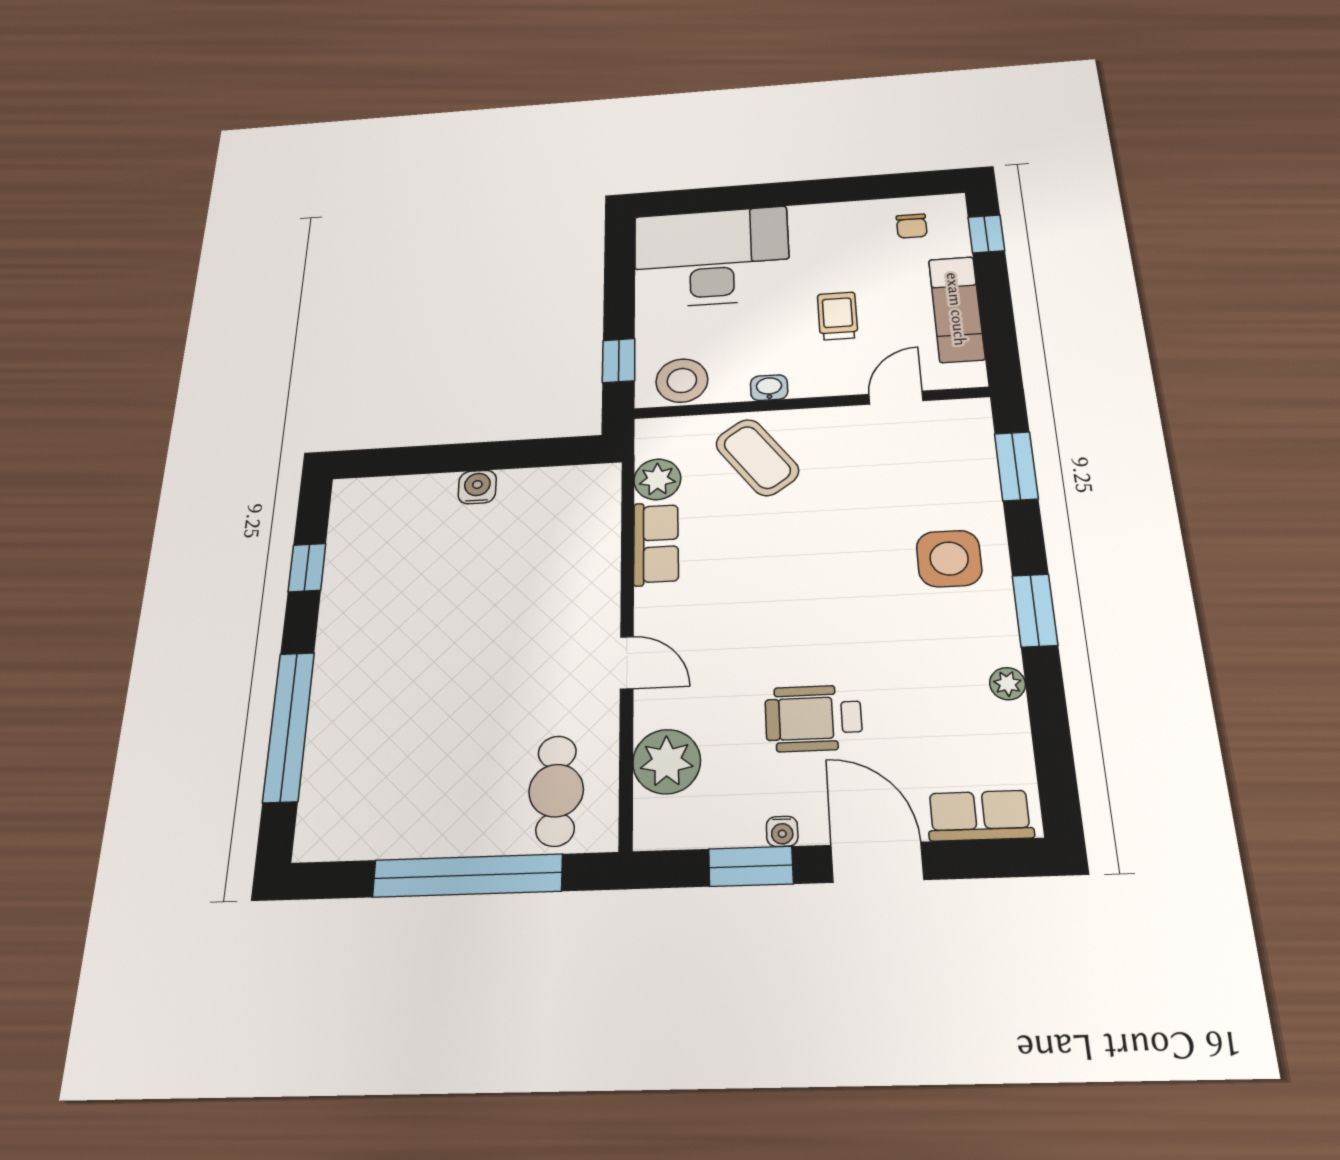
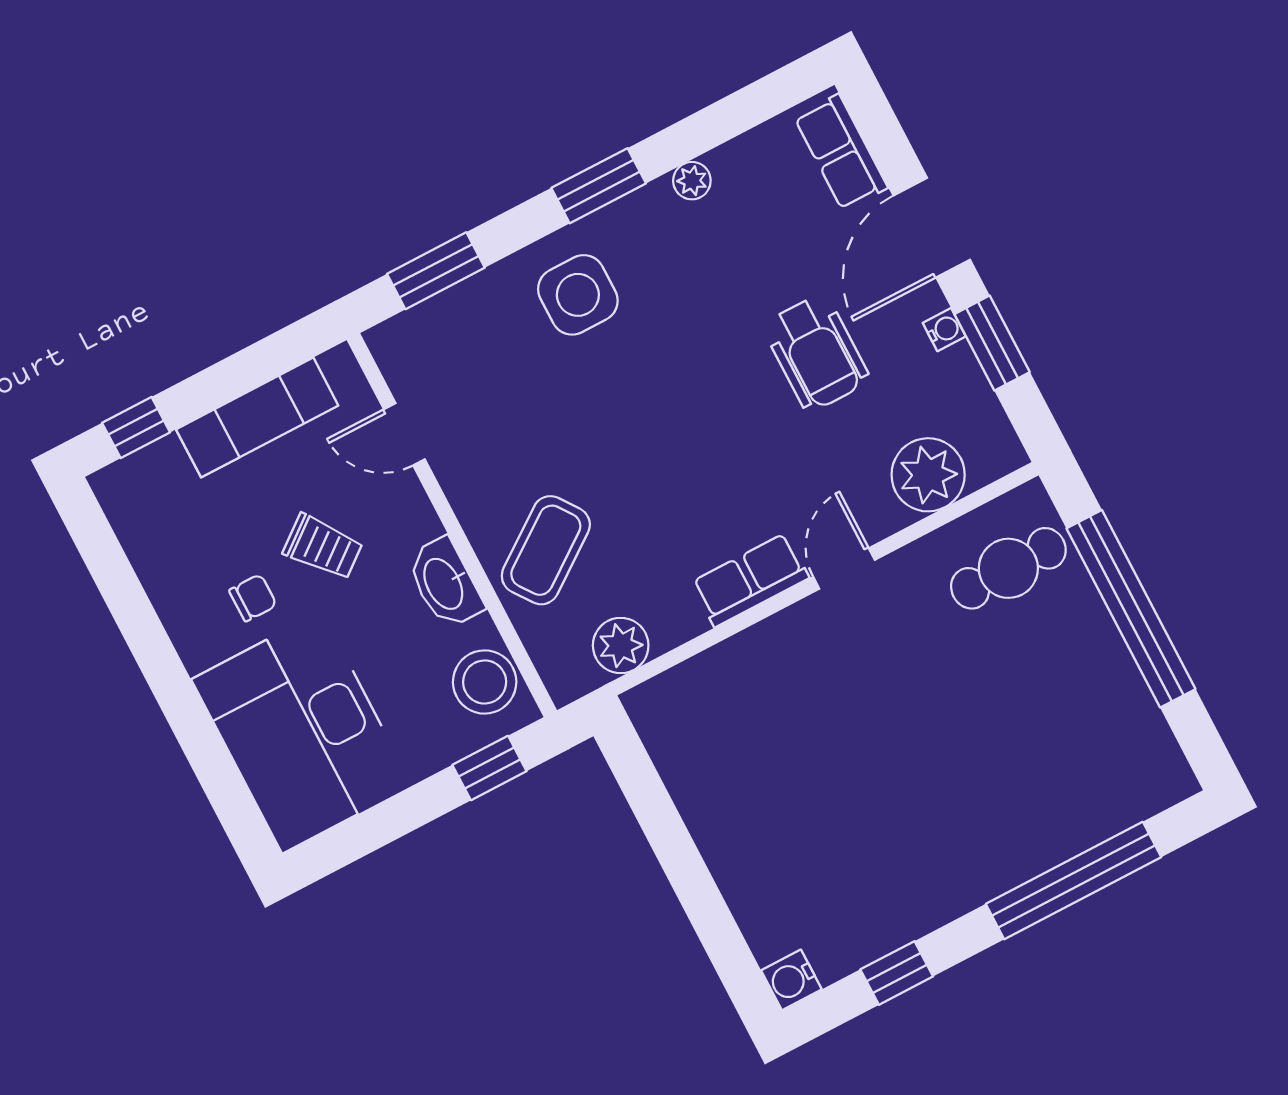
chair: (912, 226) -> (253, 598), moved
trolley: (838, 316) -> (323, 547), turned -128
washbasin: (769, 388) -> (445, 583), width x1.91, depth x1.45
water cooler: (477, 487) -> (791, 980), moved
row of seats: (656, 544) -> (750, 580), moved

